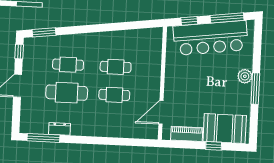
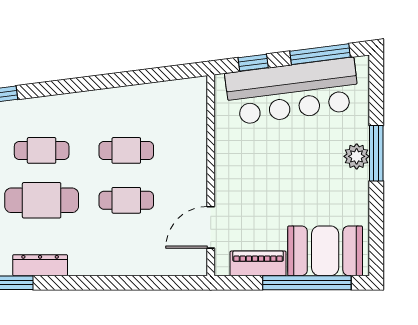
window: (255, 89) -> (376, 153), moved
dresser: (59, 129) -> (40, 265), width x1.44
window: (214, 146) -> (307, 283), width x3.17

